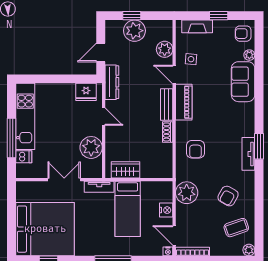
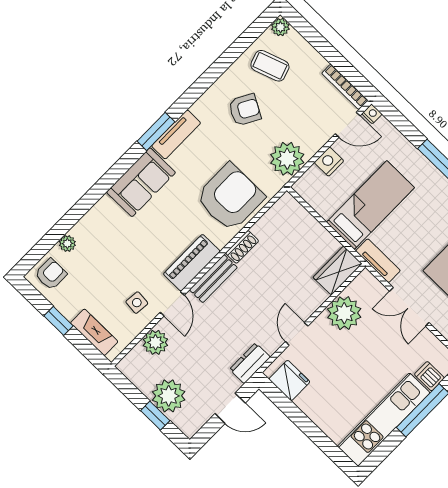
armchair: (243, 34) -> (51, 274), turned -90
dresser: (112, 82) -> (250, 363), width x0.70
sofa: (243, 82) -> (141, 182), moved
armchair: (195, 149) -> (230, 197), width x1.88, depth x1.88
wardrobe: (125, 170) -> (338, 271), moved, turned 90
door: (174, 235) -> (348, 125), hinge flipped

